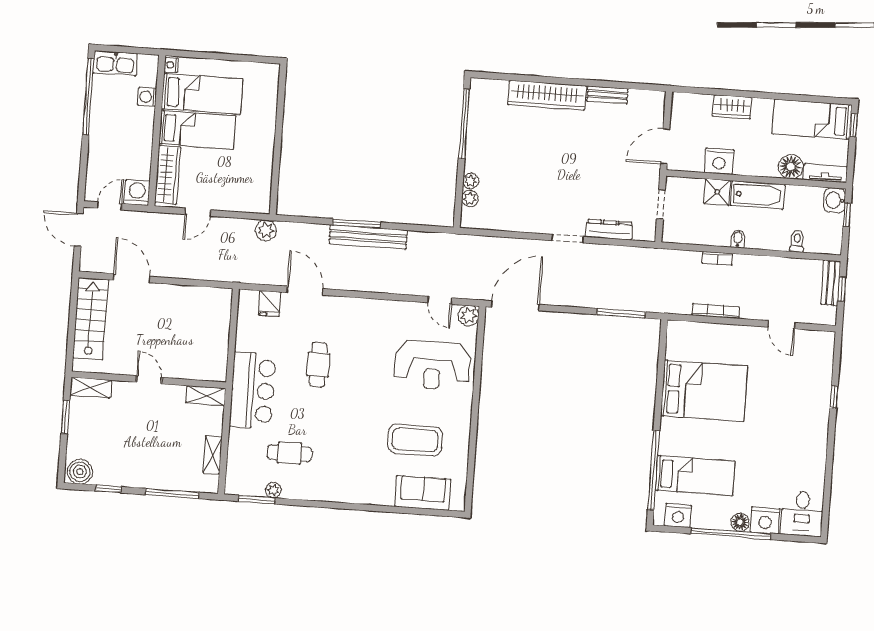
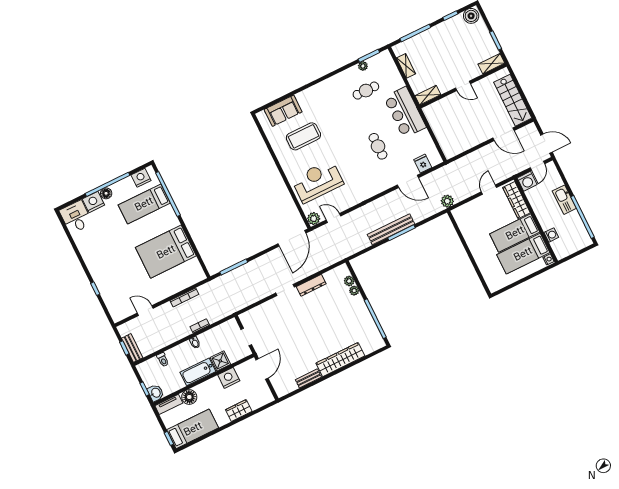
kitchen sink: (115, 63) -> (564, 200), moved, turned -90
dresser: (609, 230) -> (311, 285), moved

